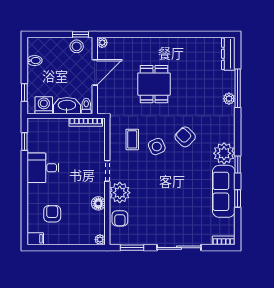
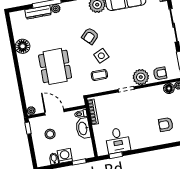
stool: (77, 46) -> (50, 134), moved
floor lamp: (188, 47) -> (23, 46), added
dresser: (228, 54) -> (38, 12), moved
dining table: (154, 84) -> (55, 66), width x1.38
washing machine: (44, 105) -> (65, 156), moved, turned 90
desk: (43, 168) -> (118, 140), moved
floor lamp: (98, 203) -> (169, 88), moved

